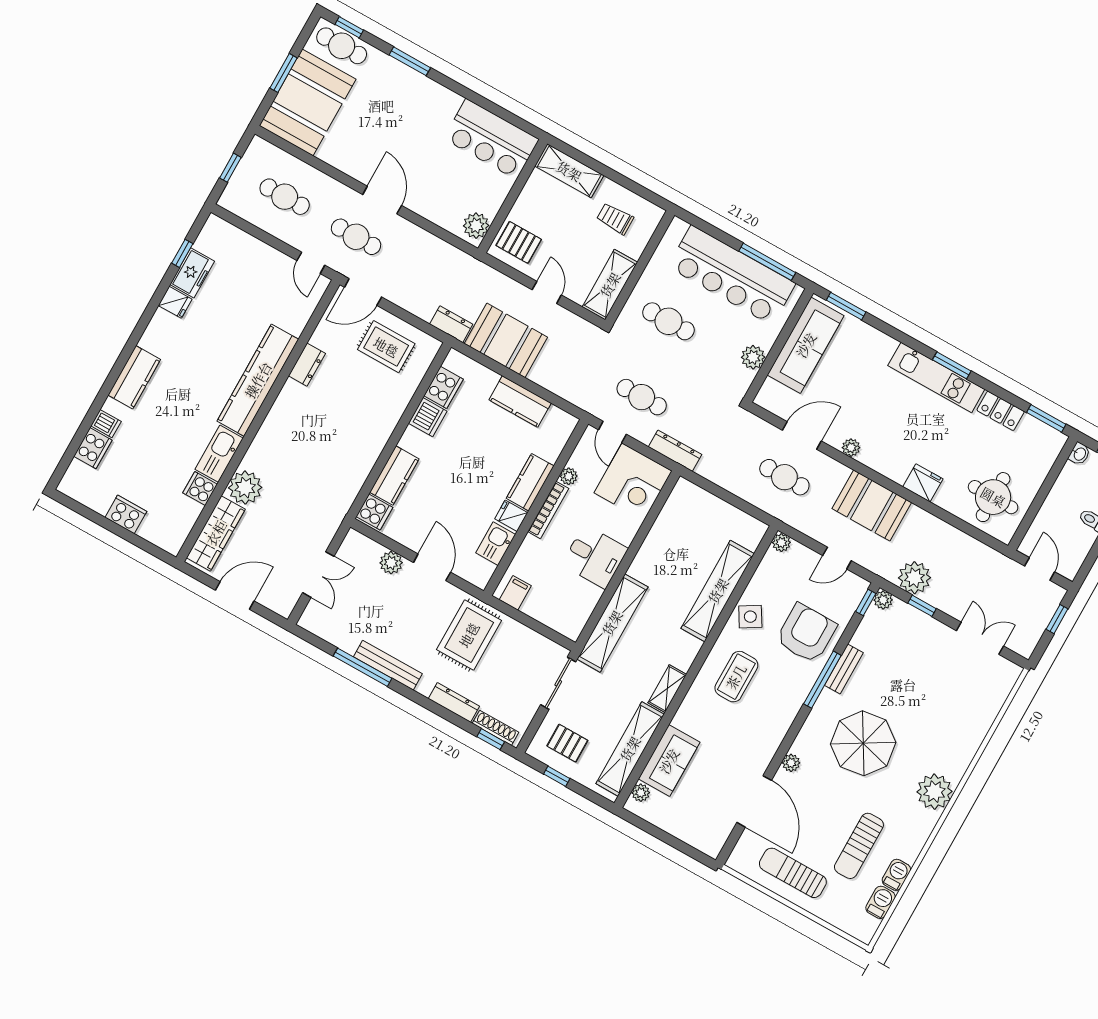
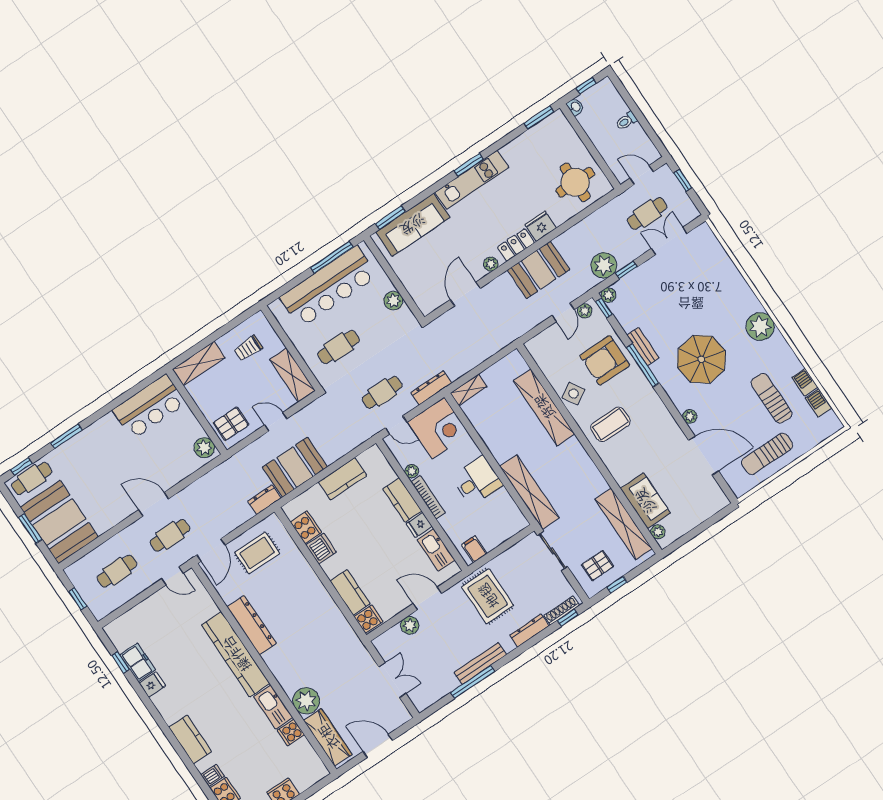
sofa: (806, 345) -> (413, 225), moved, turned 90
dresser: (307, 365) -> (252, 625), width x1.96, depth x1.24
locker: (1001, 411) -> (516, 245), moved, turned 180
cafe table: (784, 477) -> (647, 214), moved
plant: (781, 543) -> (585, 311), moved
kitchen sink: (496, 544) -> (436, 550), width x1.38
door: (235, 596) -> (378, 746), hinge flipped
armchair: (806, 633) -> (605, 360), turned -90
coffee table: (736, 677) -> (610, 424), turned 90
shelving: (667, 689) -> (469, 390), moved, turned 90
sun lounger: (859, 846) -> (772, 398), turned 180

